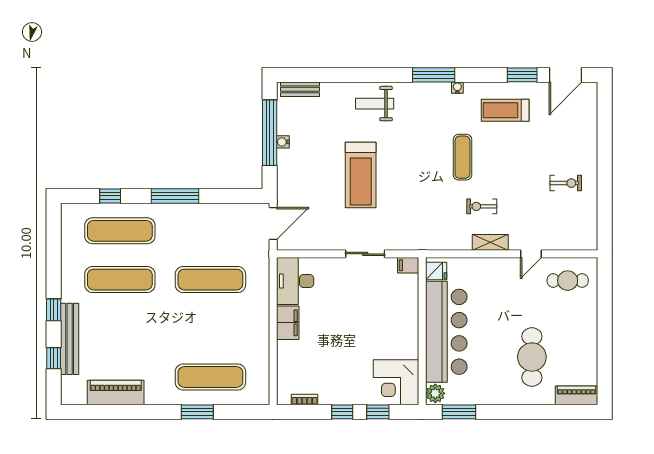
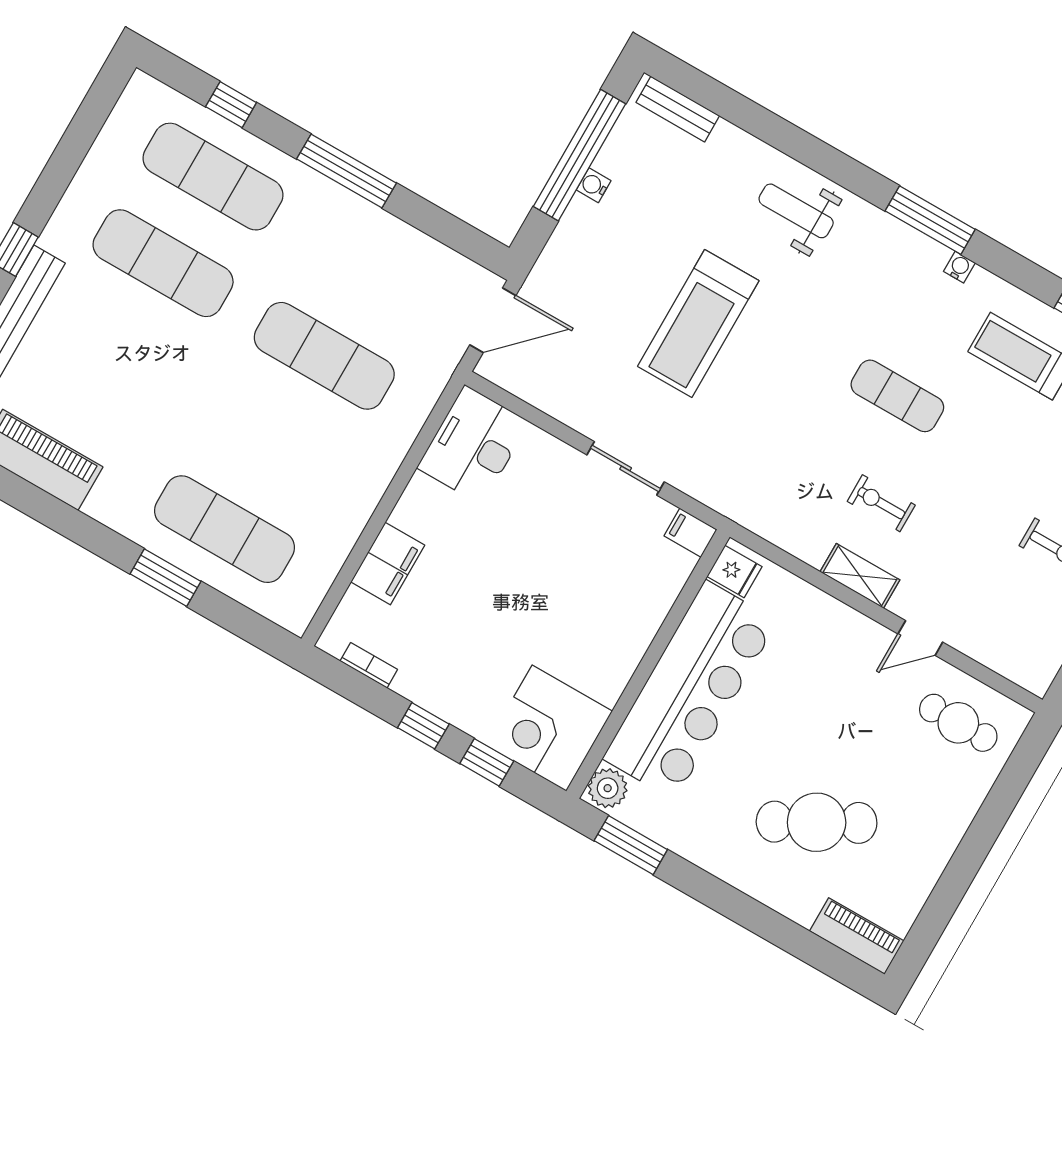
exercise mat: (462, 157) -> (897, 396), turned 90
filing cabinet: (288, 323) -> (388, 564), moved
cafe table: (532, 357) -> (817, 822), turned 61

